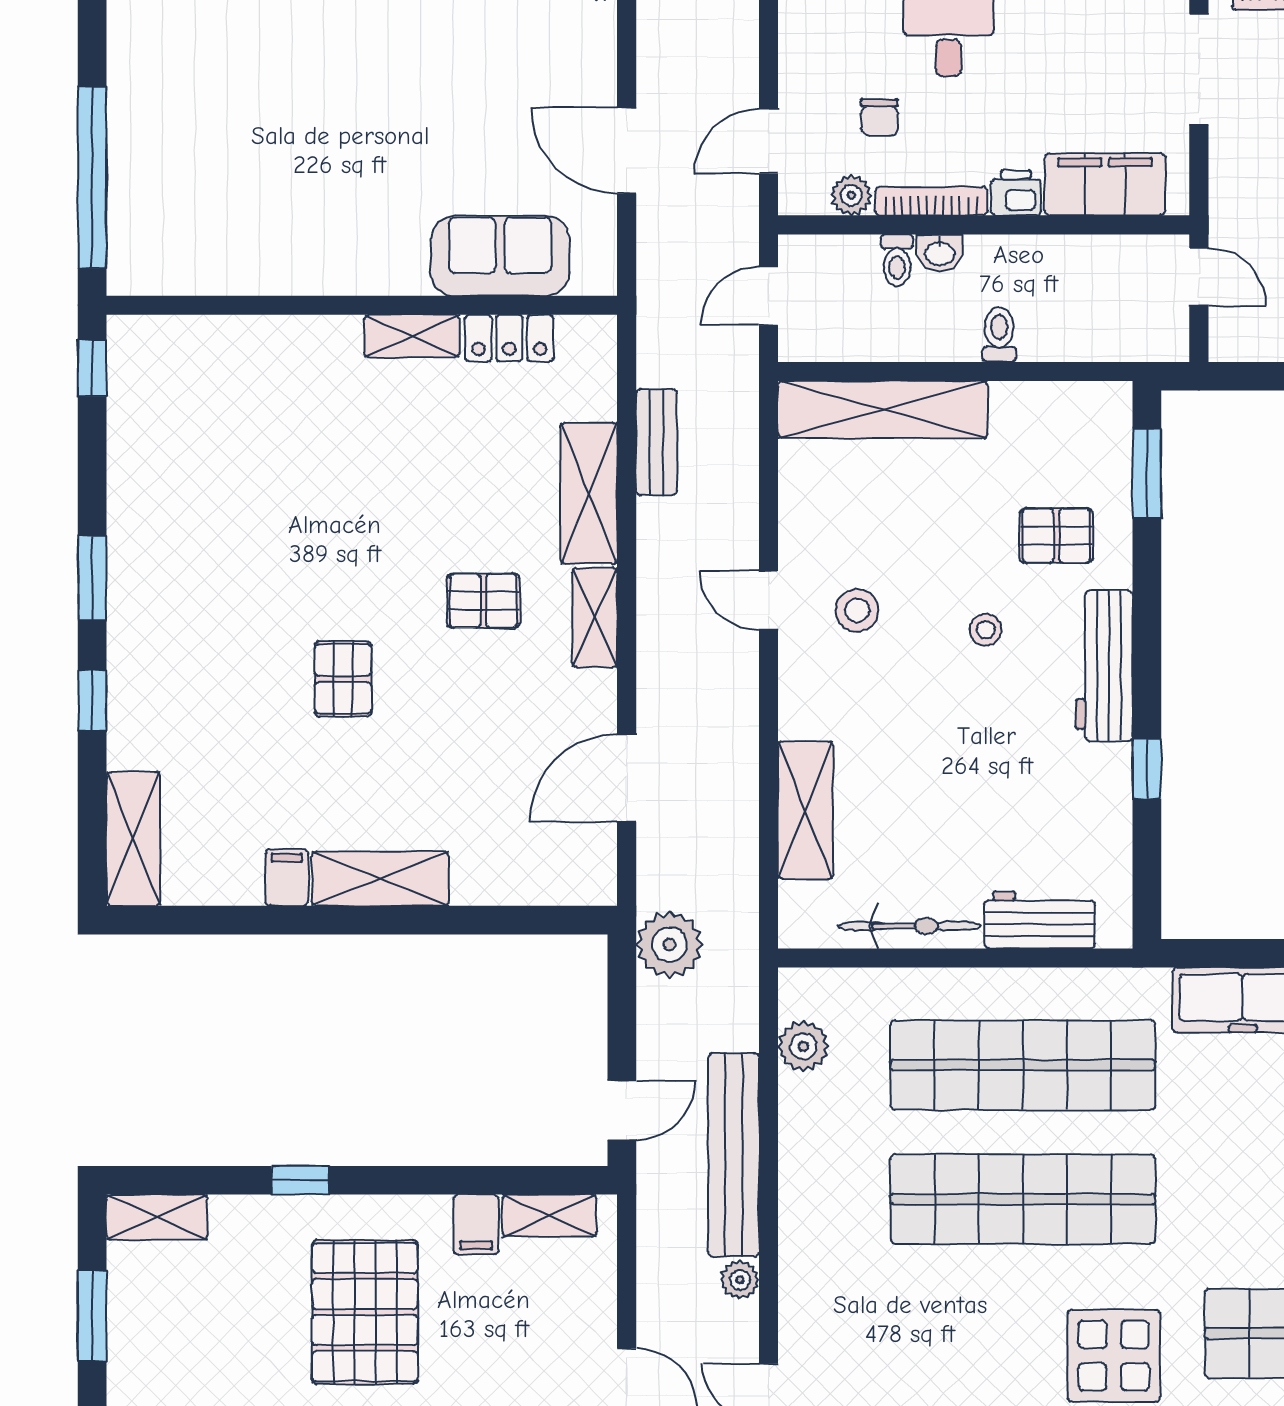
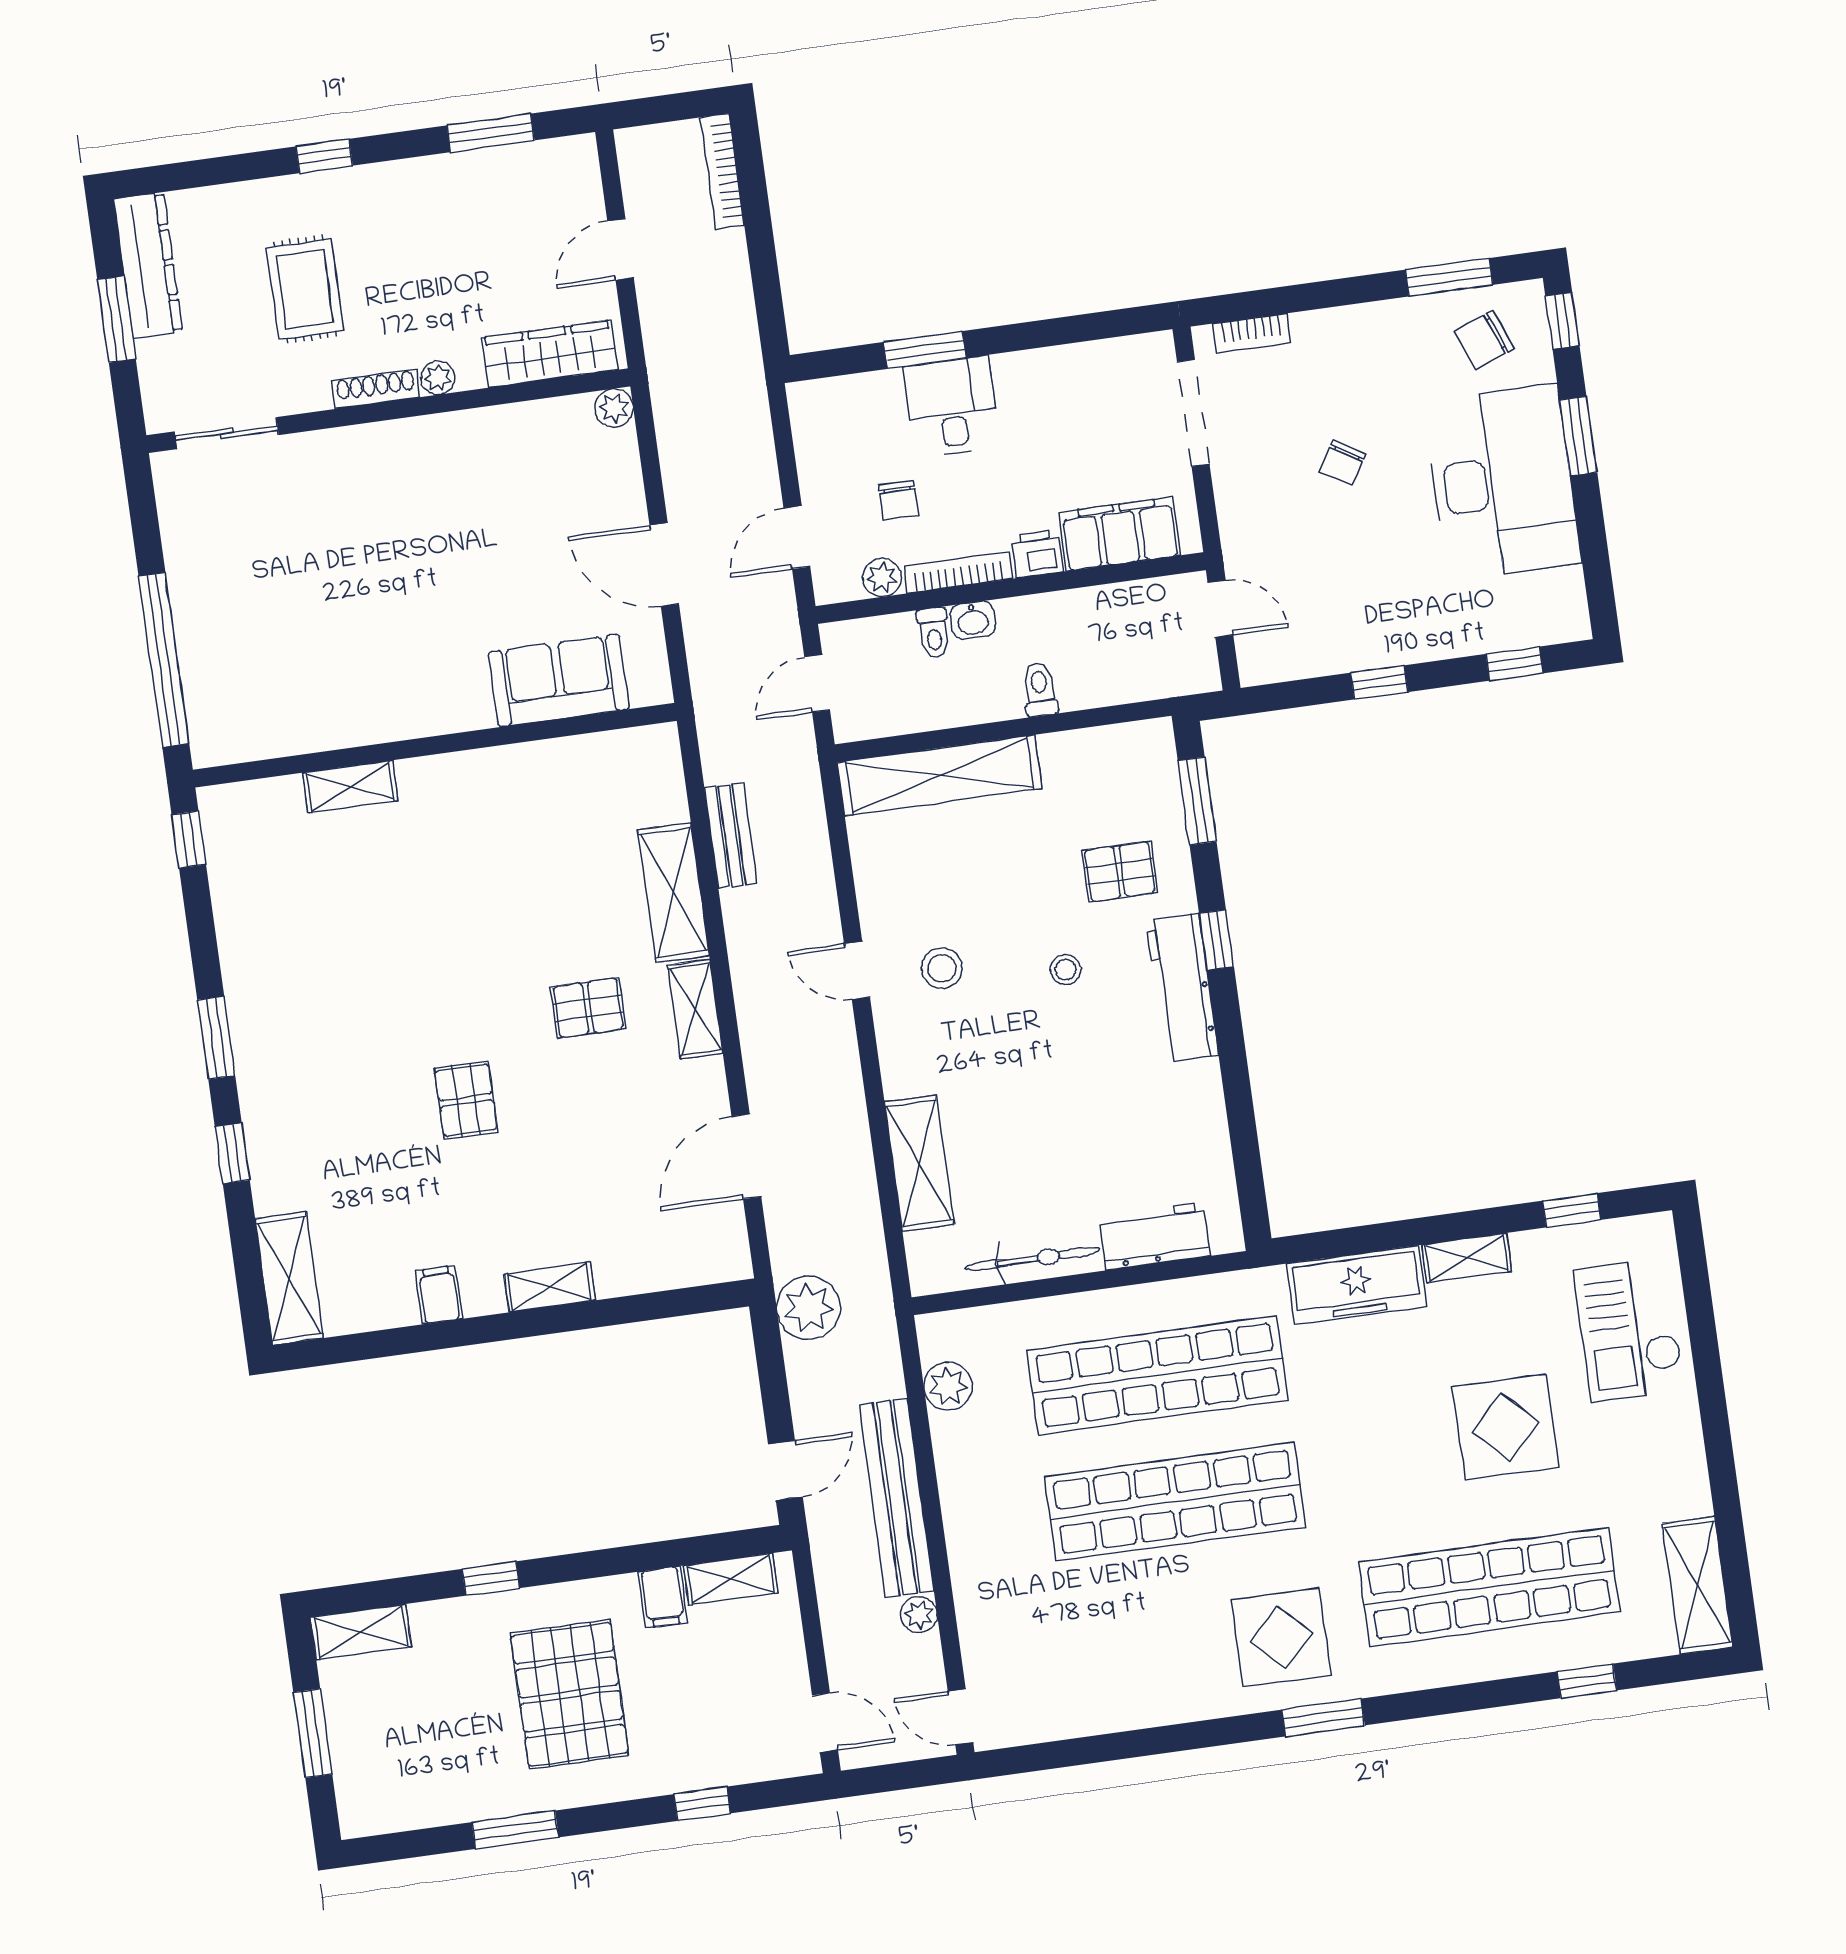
shelving: (412, 336) -> (350, 787), moved
locker: (509, 338) -> (578, 757), removed
window: (1147, 769) -> (1216, 940), moved
shelving: (380, 879) -> (550, 1287), width x0.67, depth x0.75

